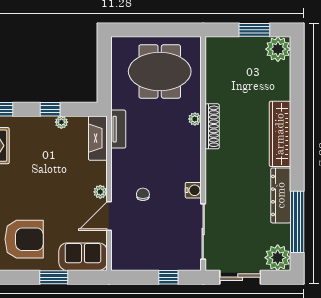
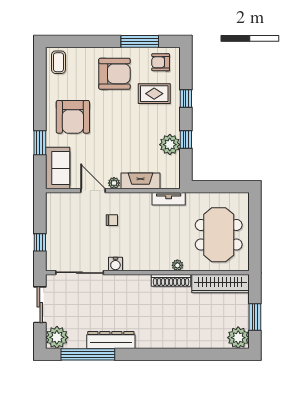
plant: (61, 122) -> (170, 145), width x1.88, depth x1.88
wardrobe: (280, 134) -> (220, 284), moved, turned 180
fireplace: (98, 138) -> (140, 181), moved

